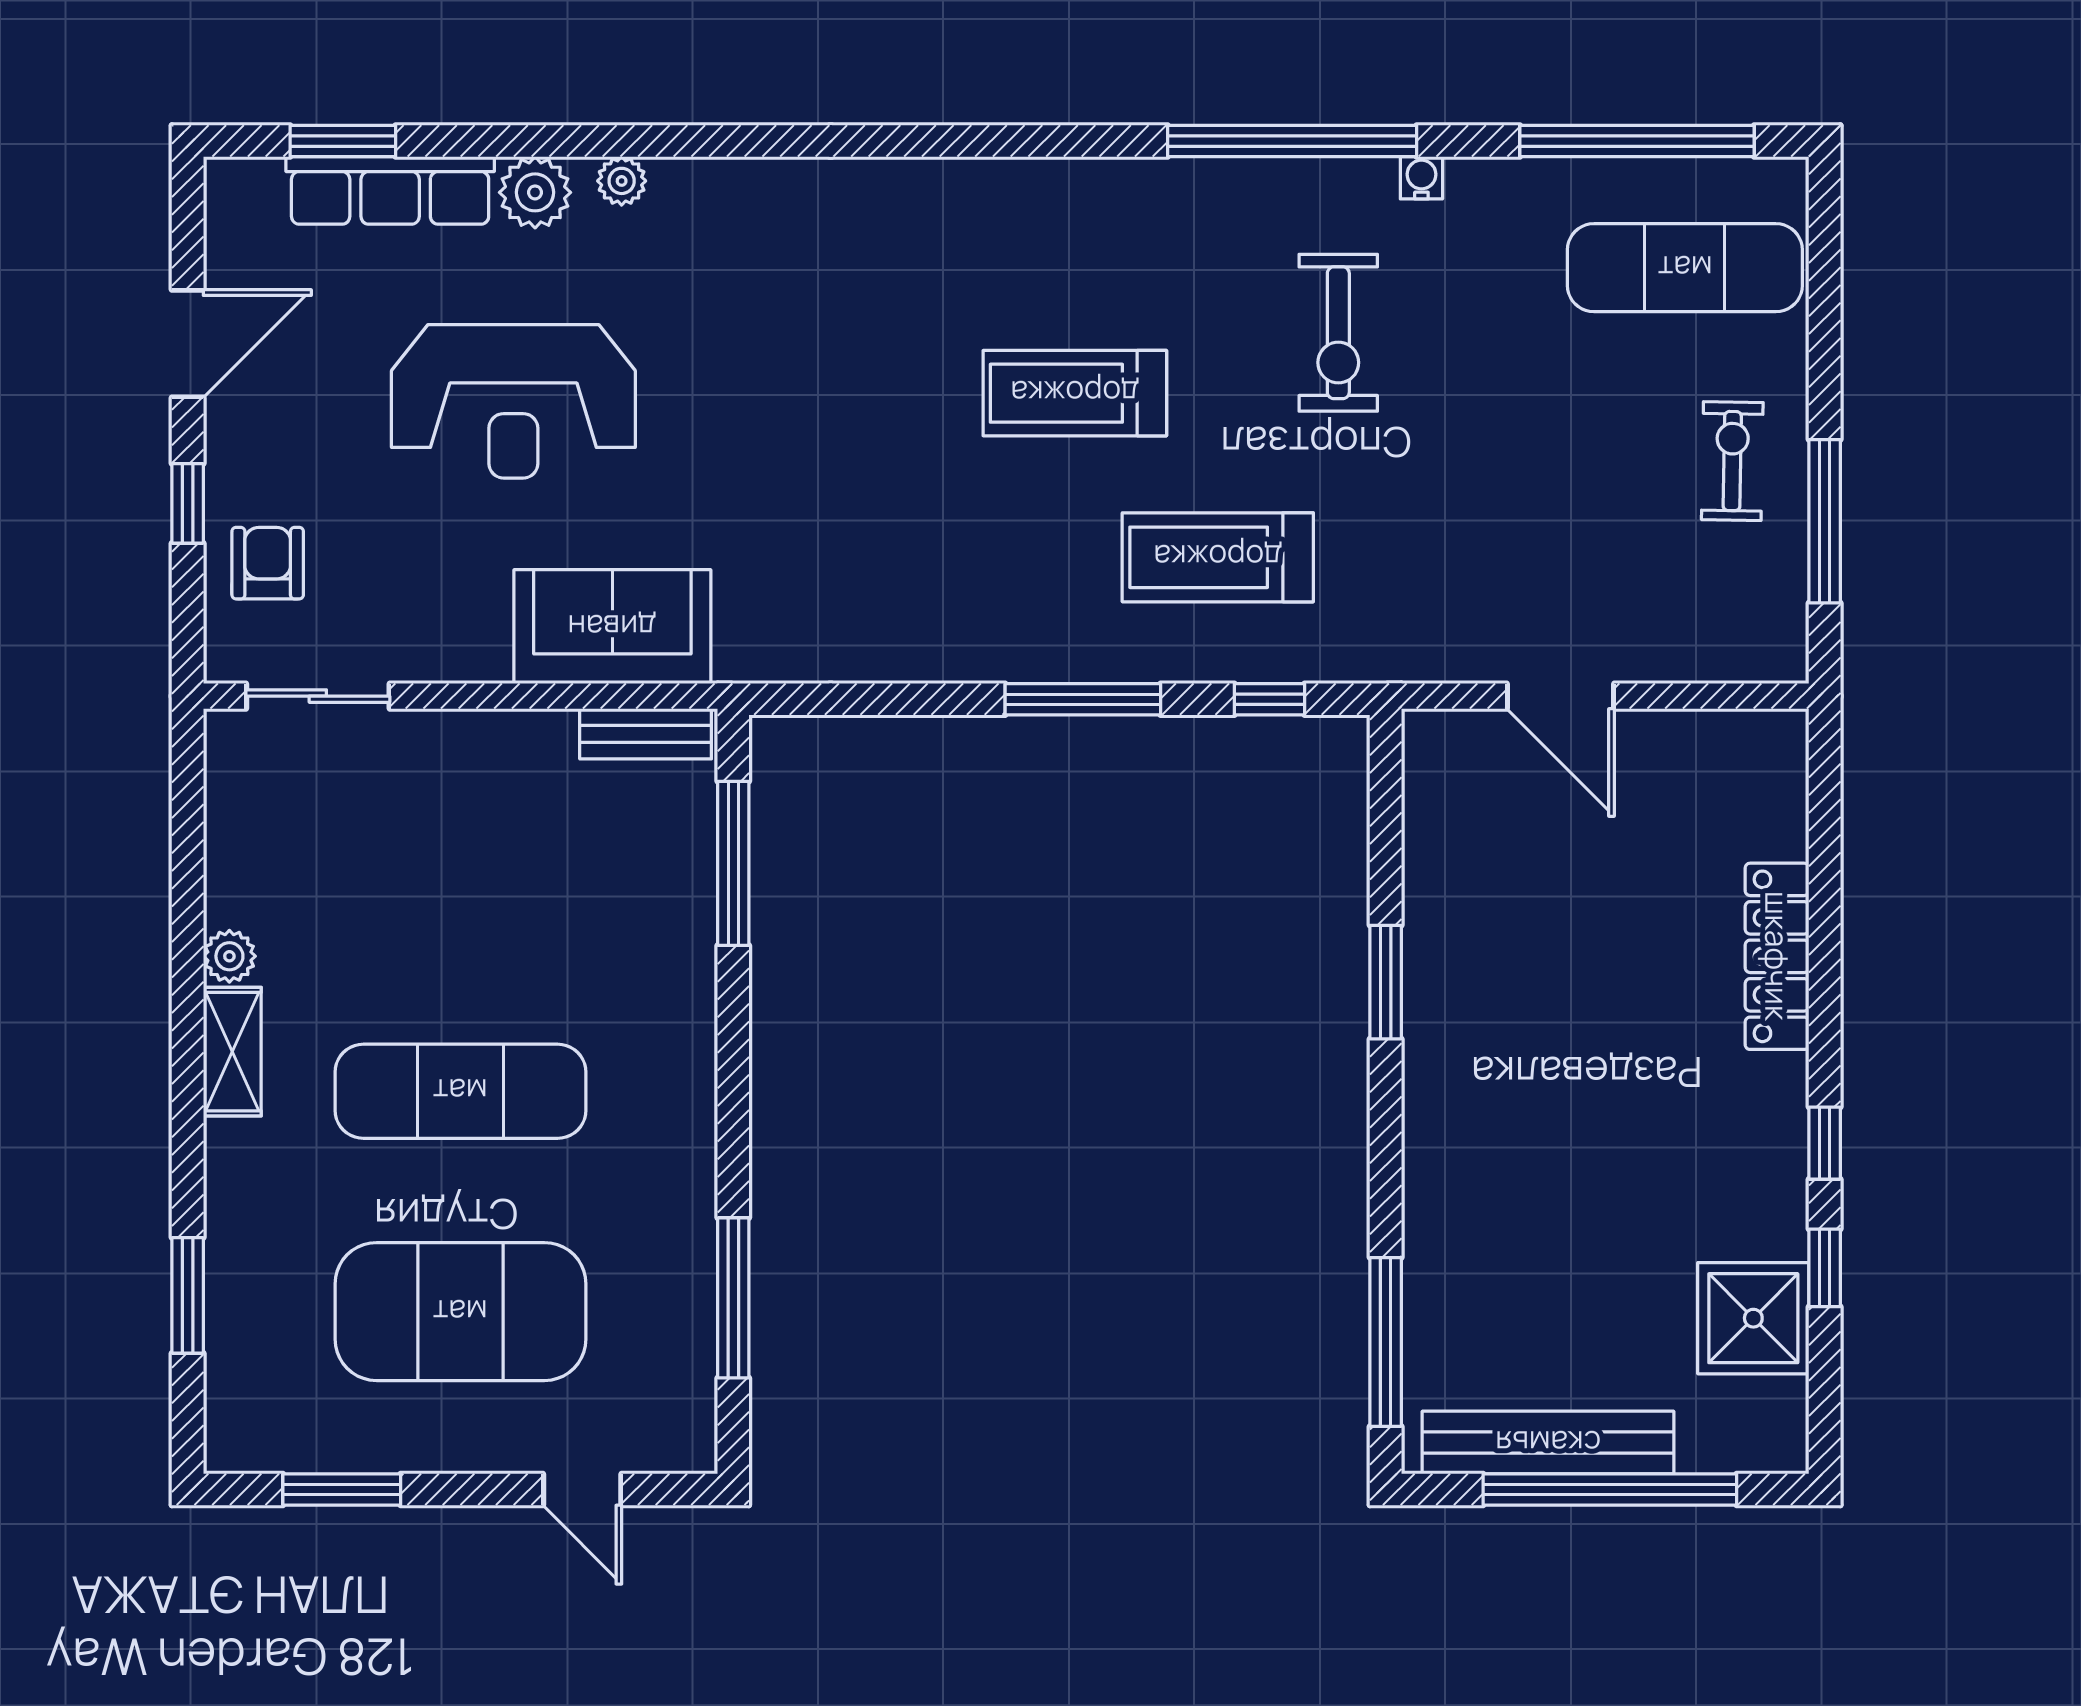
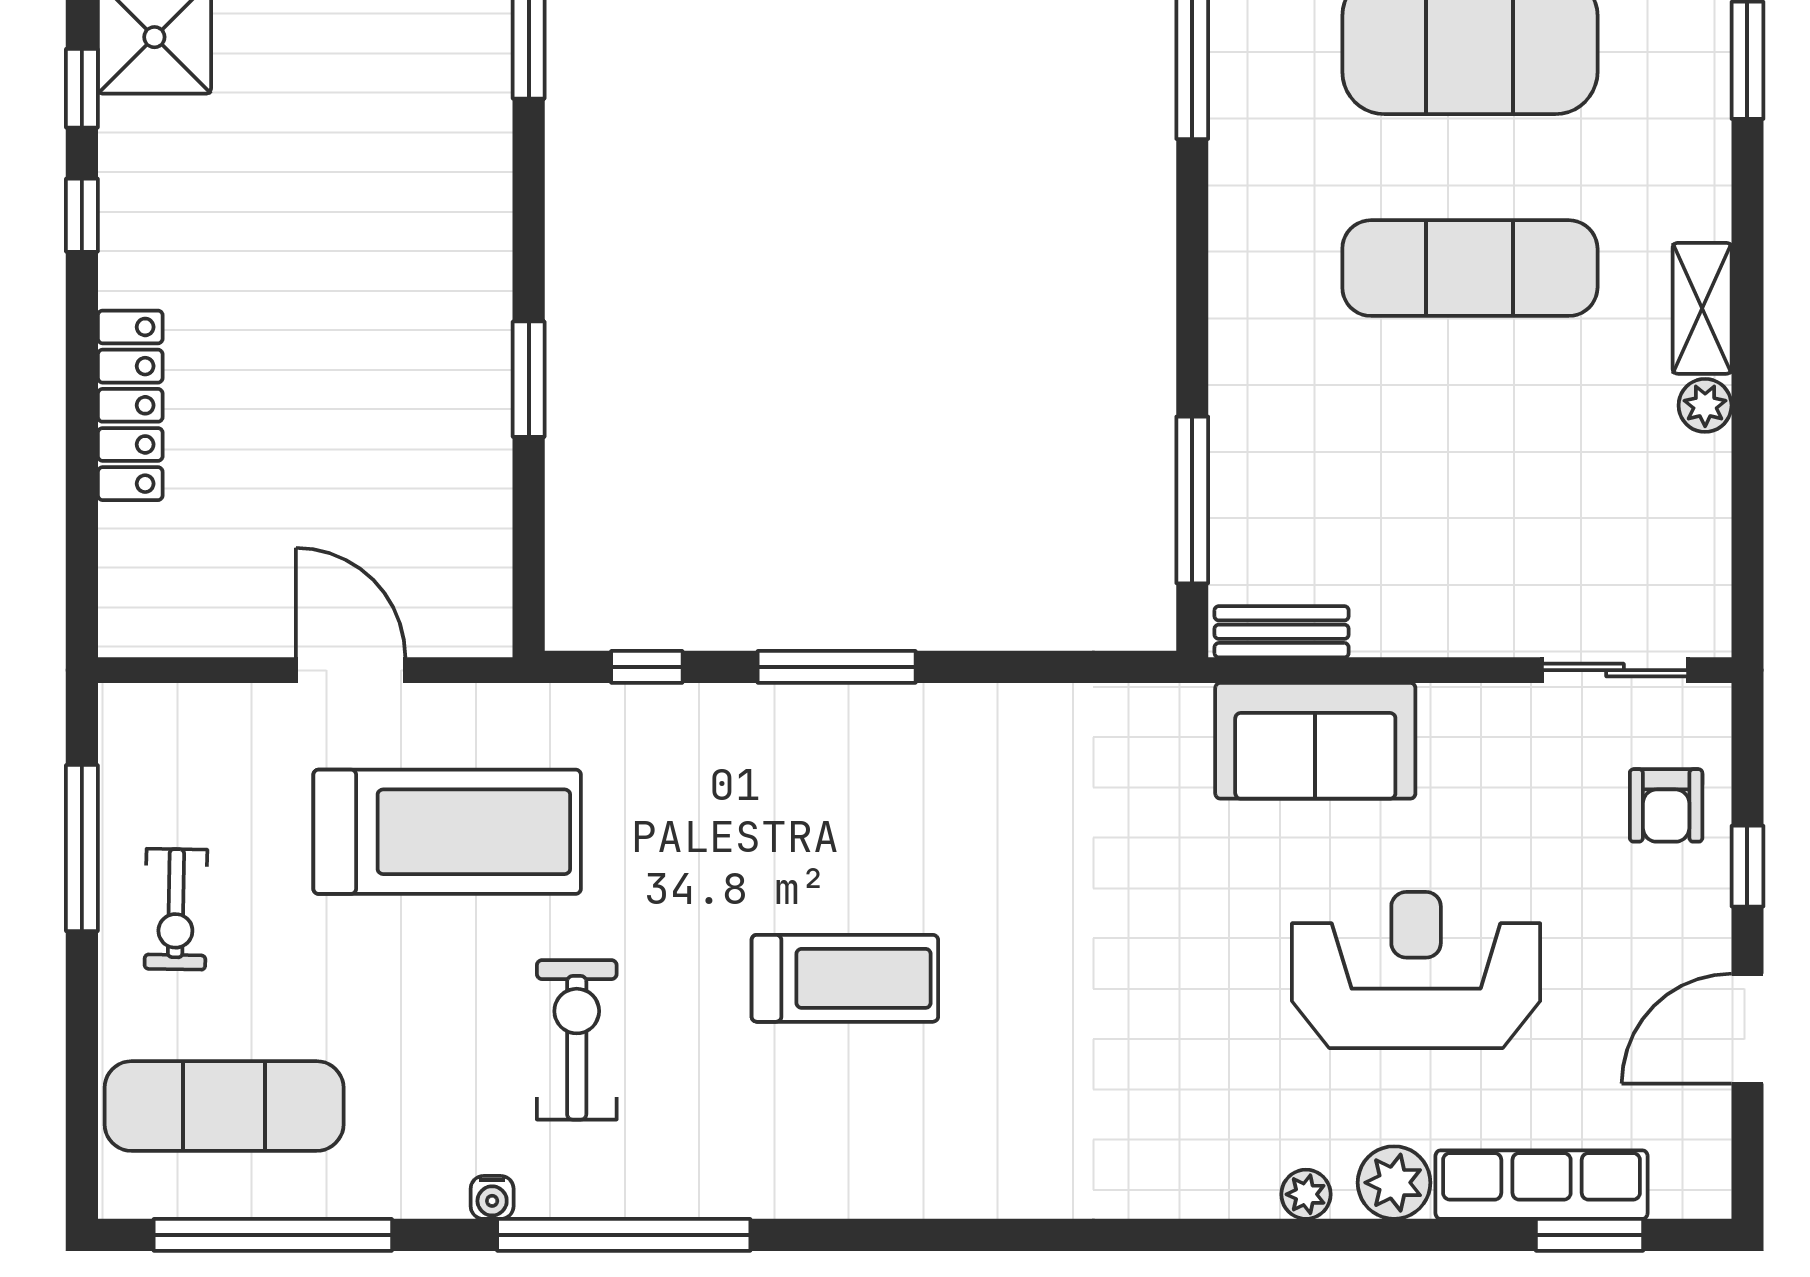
treadmill: (1218, 557) -> (447, 832), moved, width x1.37, depth x1.38

